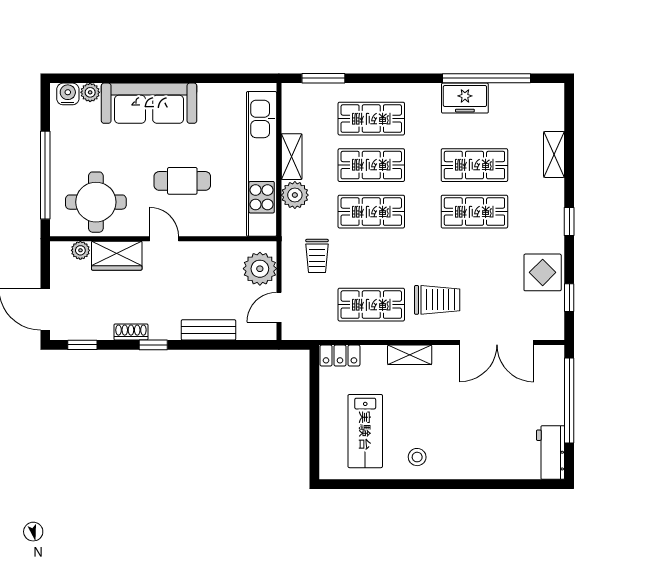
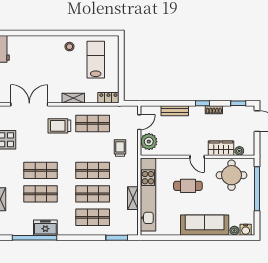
plant: (295, 195) -> (131, 179), removed

